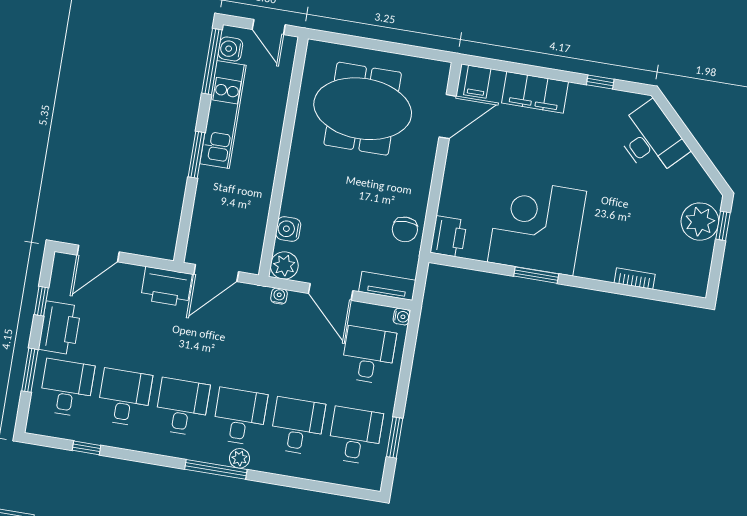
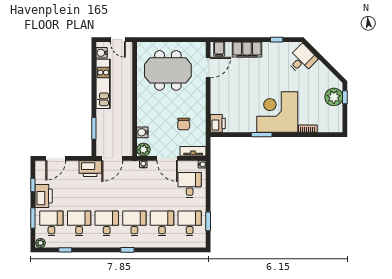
window: (212, 61) -> (94, 60), removed
desk: (651, 139) -> (302, 60), width x0.73
window: (196, 155) -> (94, 128), moved
corner desk: (537, 227) -> (277, 112), moved
chair: (405, 229) -> (184, 124), moved
plant: (239, 458) -> (41, 243), moved
window: (216, 469) -> (127, 250), width x0.46

